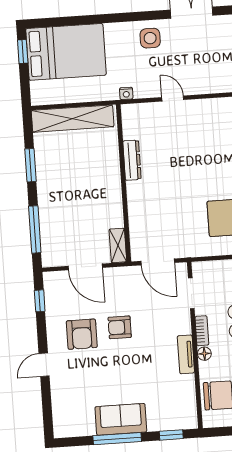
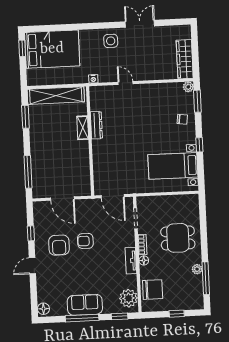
window: (30, 165) -> (25, 117), moved
shelving: (118, 245) -> (83, 128), moved
window: (40, 301) -> (31, 233), moved
plant: (184, 409) -> (129, 298), added
floor lamp: (61, 426) -> (43, 309), added

